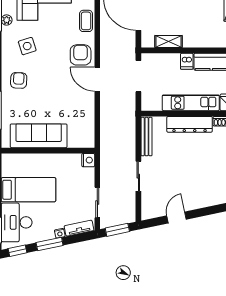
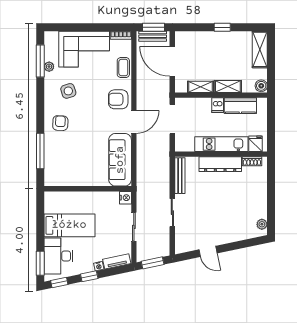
shelving: (198, 41) -> (228, 86), added
armchair: (81, 55) -> (118, 99), turned -90
door: (97, 79) -> (134, 122), swing flipped
sofa: (39, 136) -> (120, 160), moved, turned -90
sliding door: (97, 203) -> (134, 227), moved
door: (176, 217) -> (208, 251), swing flipped
window: (50, 244) -> (89, 276), width x0.67

